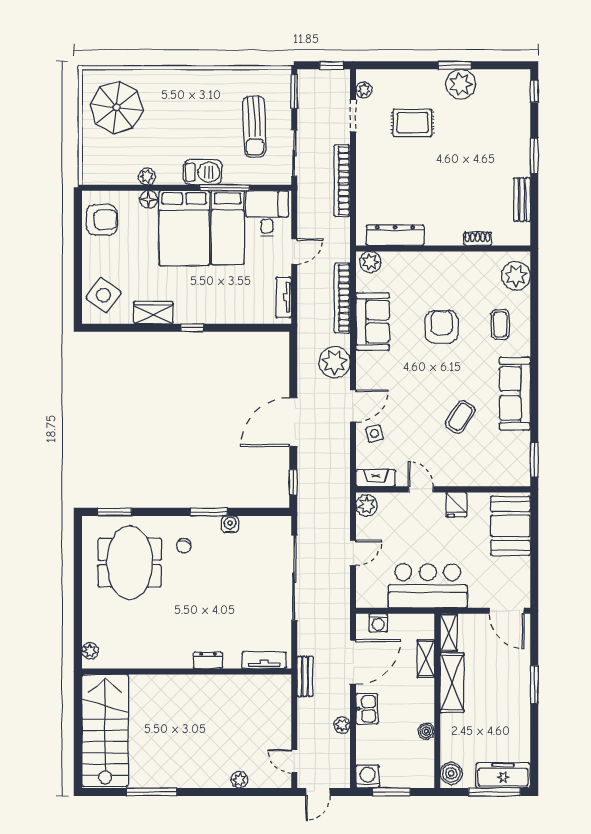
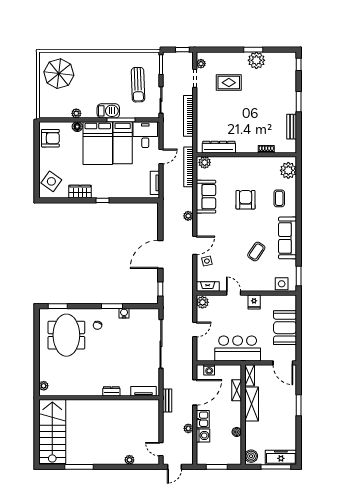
bookcase: (342, 298) -> (188, 167), moved
plant: (334, 362) -> (188, 216), width x0.53, depth x0.53
side table: (504, 473) -> (282, 284), added
booth: (510, 526) -> (285, 328), moved
washing machine: (368, 777) -> (203, 435), moved, turned 90

